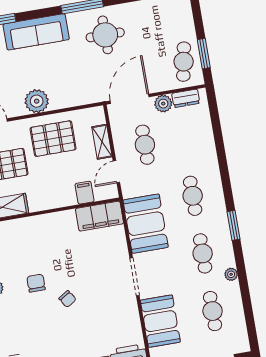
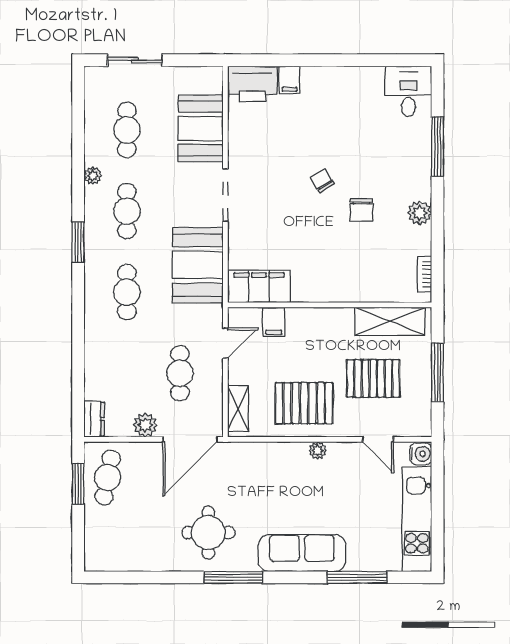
dresser: (186, 98) -> (94, 419), moved, turned 90
plant: (37, 101) -> (318, 451), width x0.53, depth x0.53
shelving: (102, 142) -> (238, 409), moved

